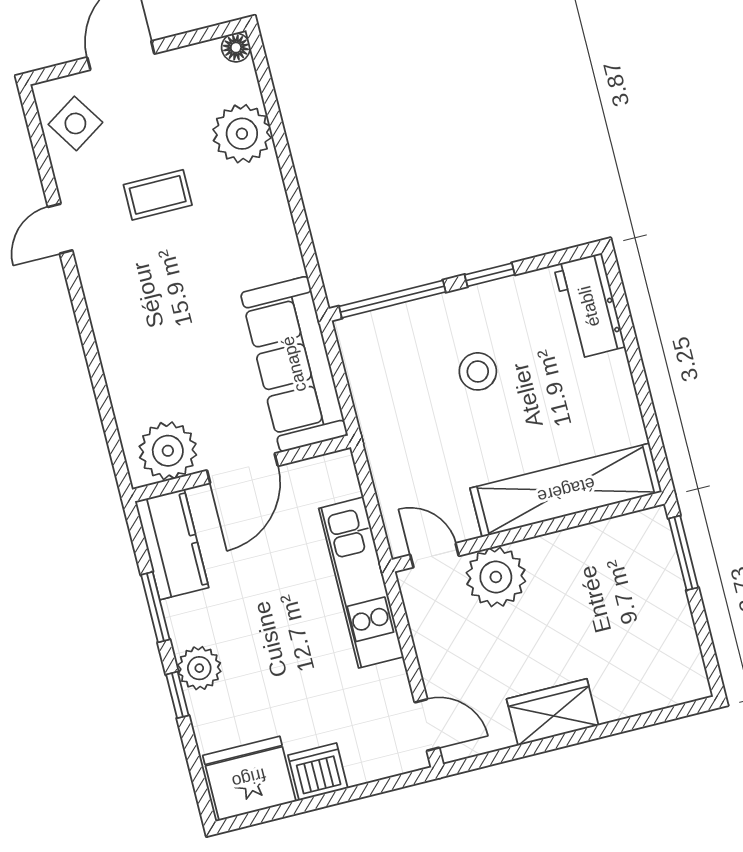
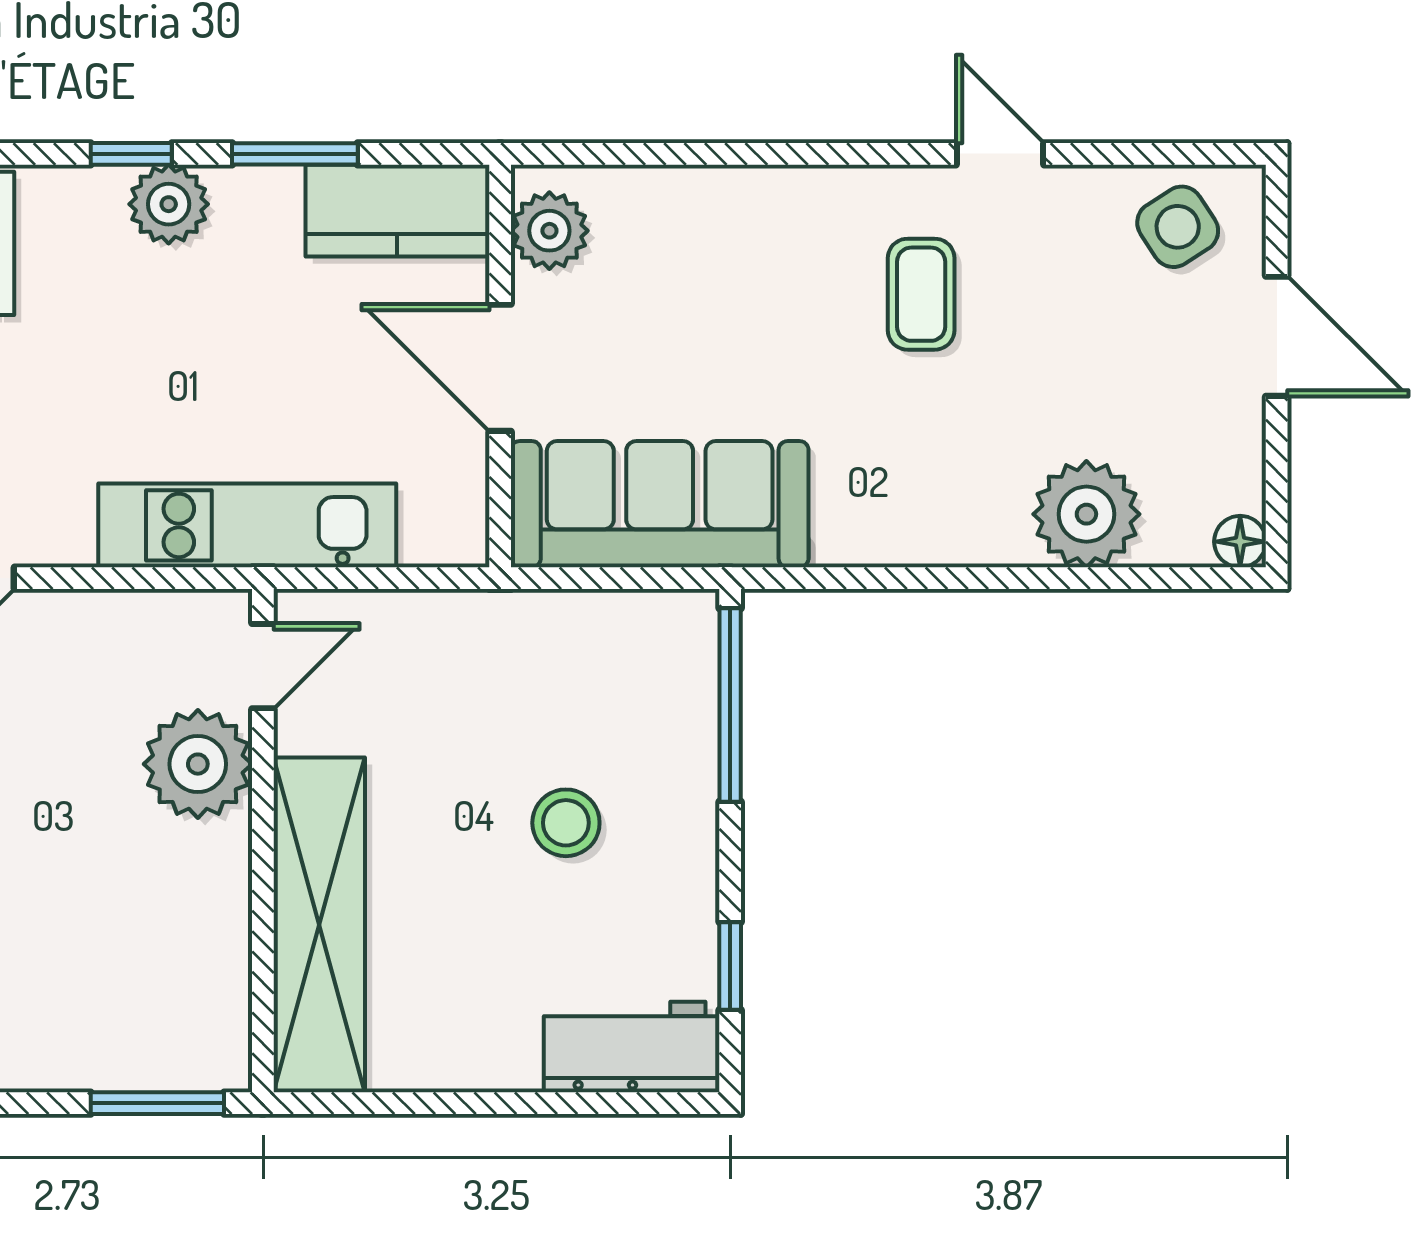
coffee table: (158, 195) -> (921, 294), moved
window: (490, 275) -> (730, 966), moved
plant: (168, 451) -> (549, 231), width x0.73, depth x0.73

